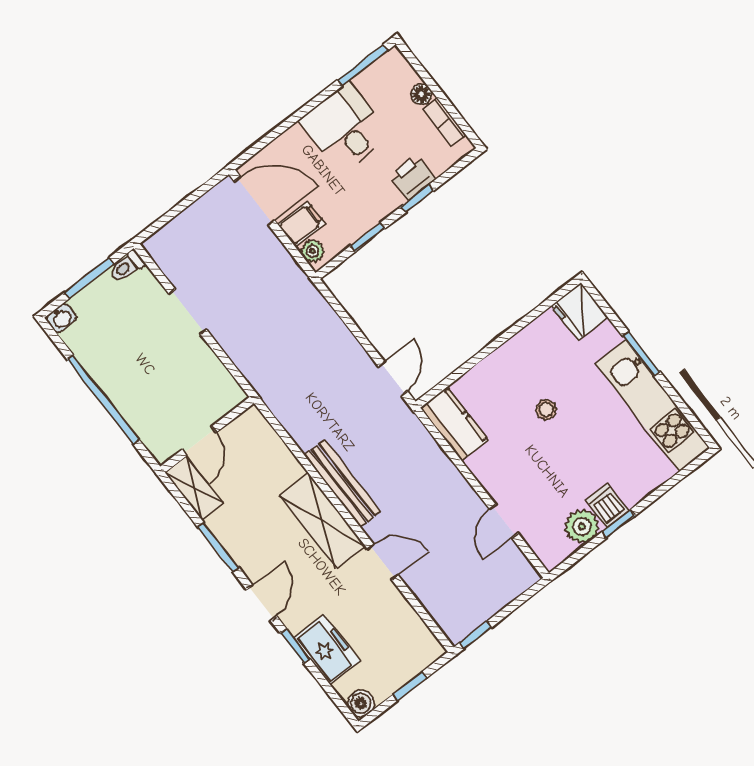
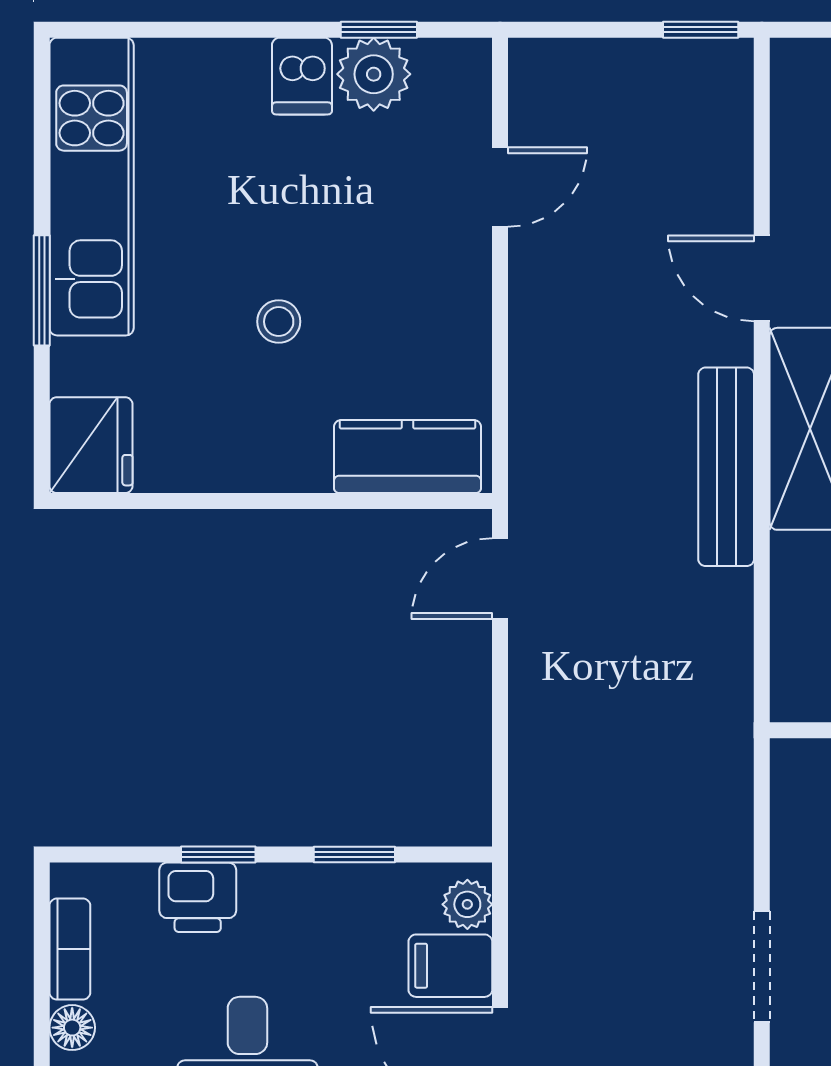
kitchen counter: (454, 424) -> (408, 456), moved, turned 90
window: (619, 524) -> (379, 30), moved

